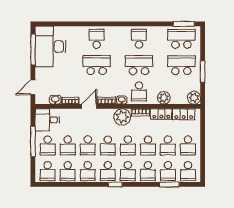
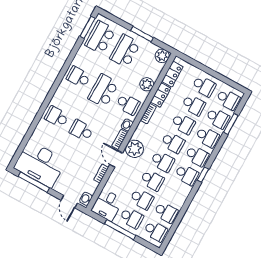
school desk: (97, 65) -> (81, 130), width x0.54
washbasin: (55, 100) -> (86, 199), moved
plant: (122, 117) -> (135, 149), moved
school desk: (88, 171) -> (176, 193), removed

